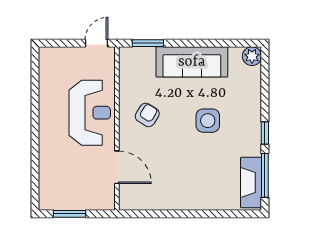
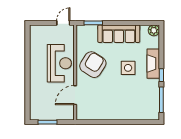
armchair: (147, 115) -> (93, 65), width x1.88, depth x1.88
door: (117, 167) -> (75, 95), swing flipped
fireplace: (251, 182) -> (153, 64), moved

